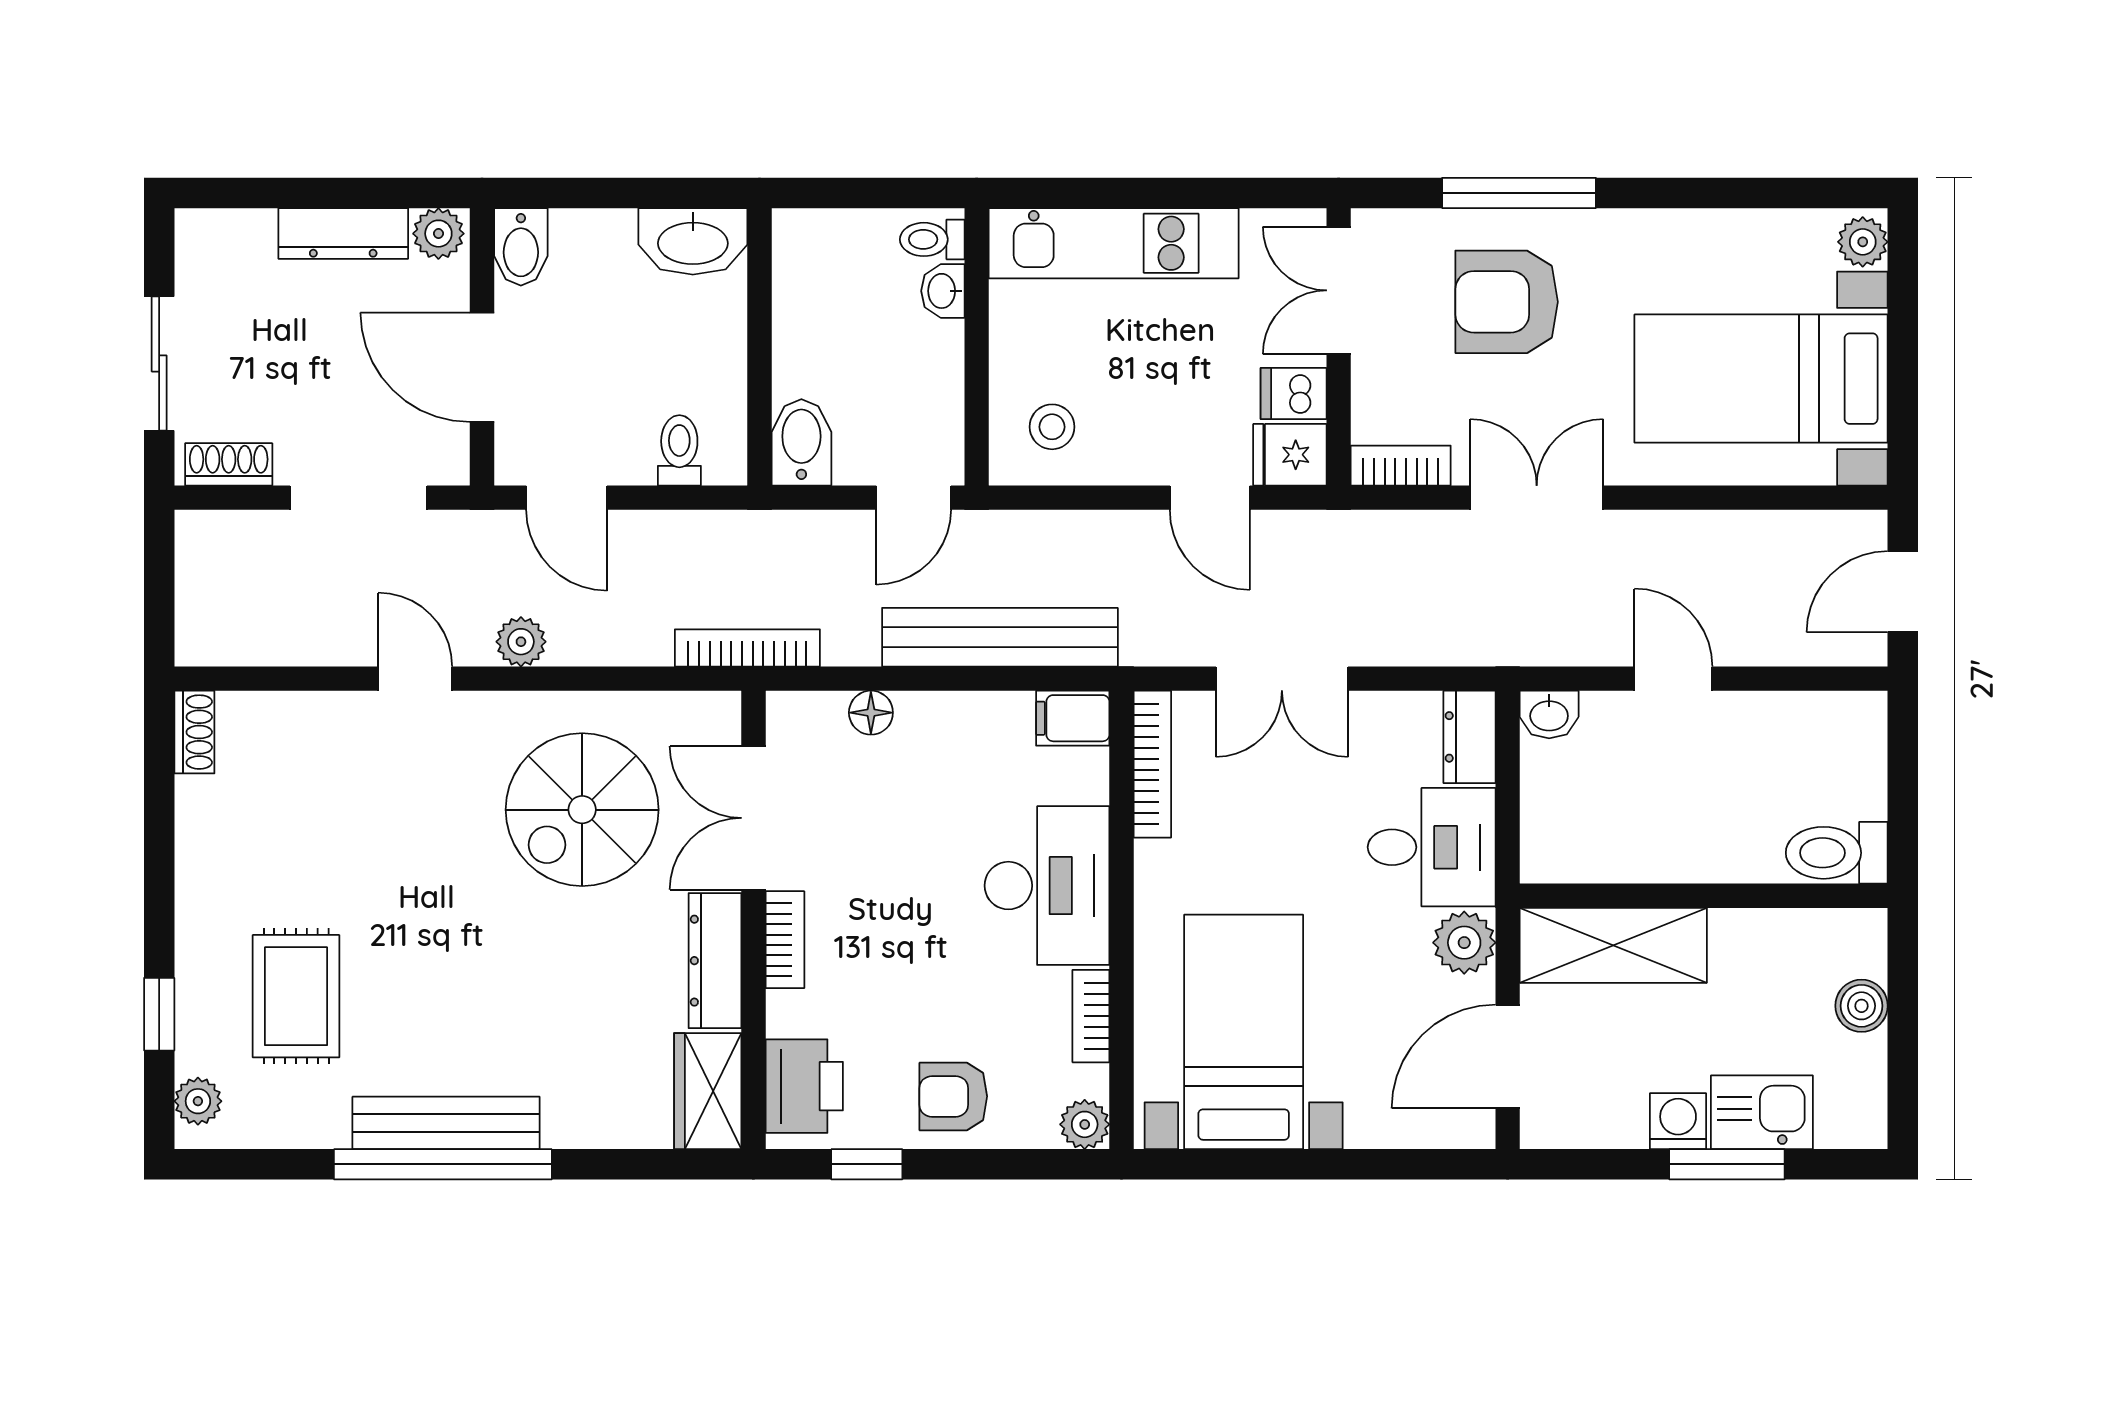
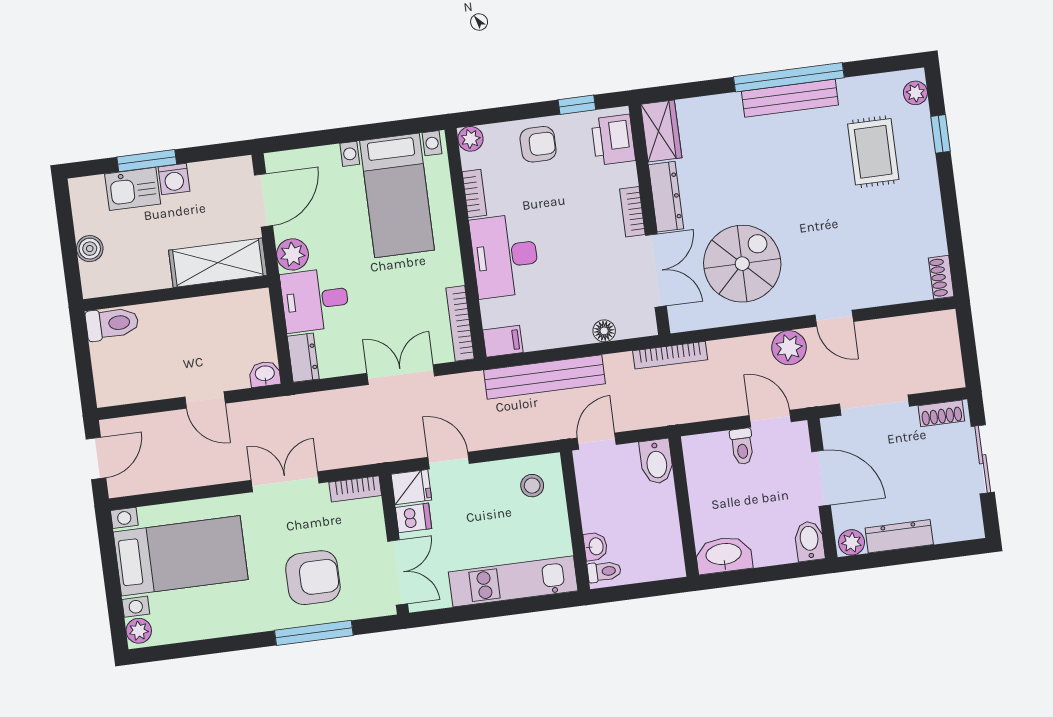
toilet: (679, 450) -> (742, 446), moved
double door: (1537, 498) -> (285, 482), swing flipped
plant: (521, 642) -> (789, 348), width x1.38, depth x1.38

